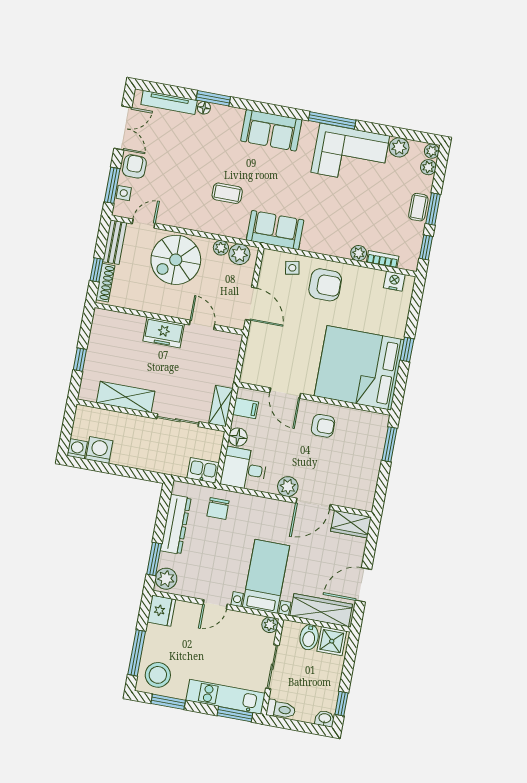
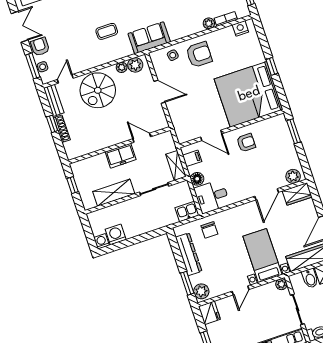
wall: (169, 319) -> (119, 145), moved
door: (202, 325) -> (142, 138), moved
freezer: (164, 333) -> (121, 156), moved
plant: (288, 487) -> (293, 176), moved

